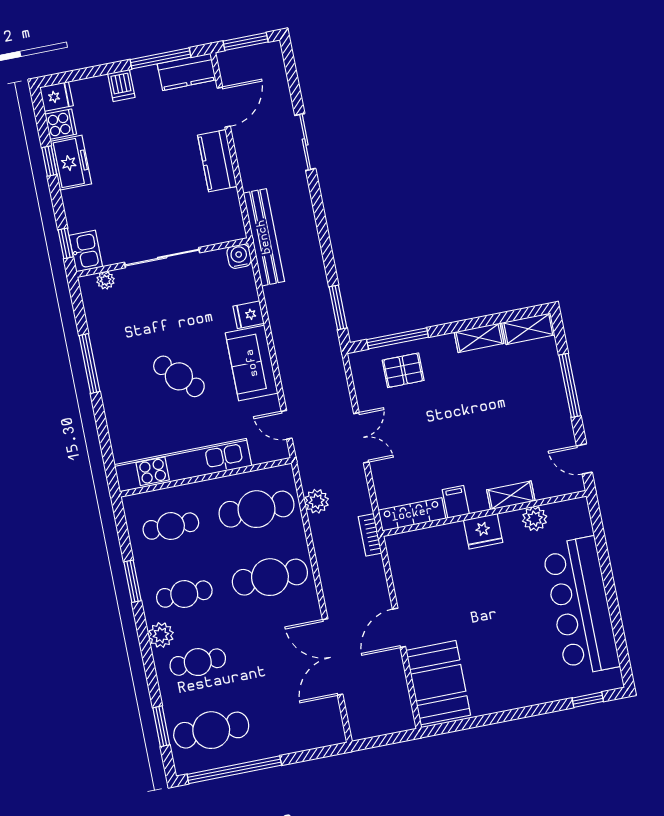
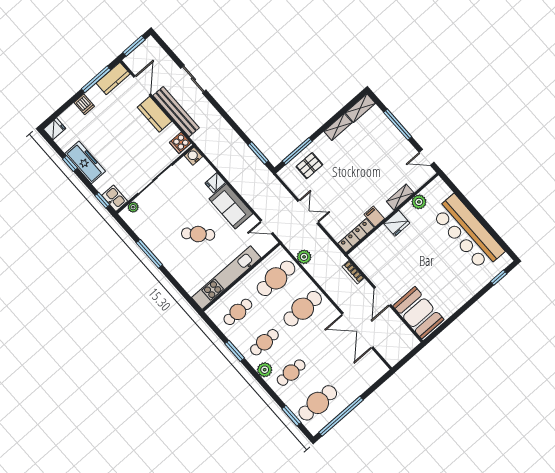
cooker: (61, 124) -> (180, 143), moved, turned 180
freezer: (71, 163) -> (85, 162), width x1.40
bench: (264, 237) -> (176, 112), moved
bookcase: (370, 535) -> (353, 272), moved

